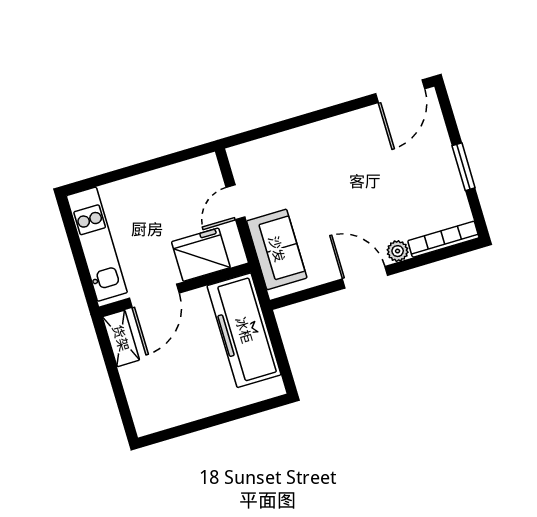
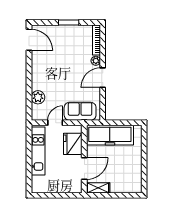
plant: (280, 148) -> (38, 97), added
door: (235, 202) -> (55, 123), swing flipped
kitchen unit: (97, 244) -> (38, 151), moved, turned 90
door: (154, 296) -> (84, 169), hinge flipped

